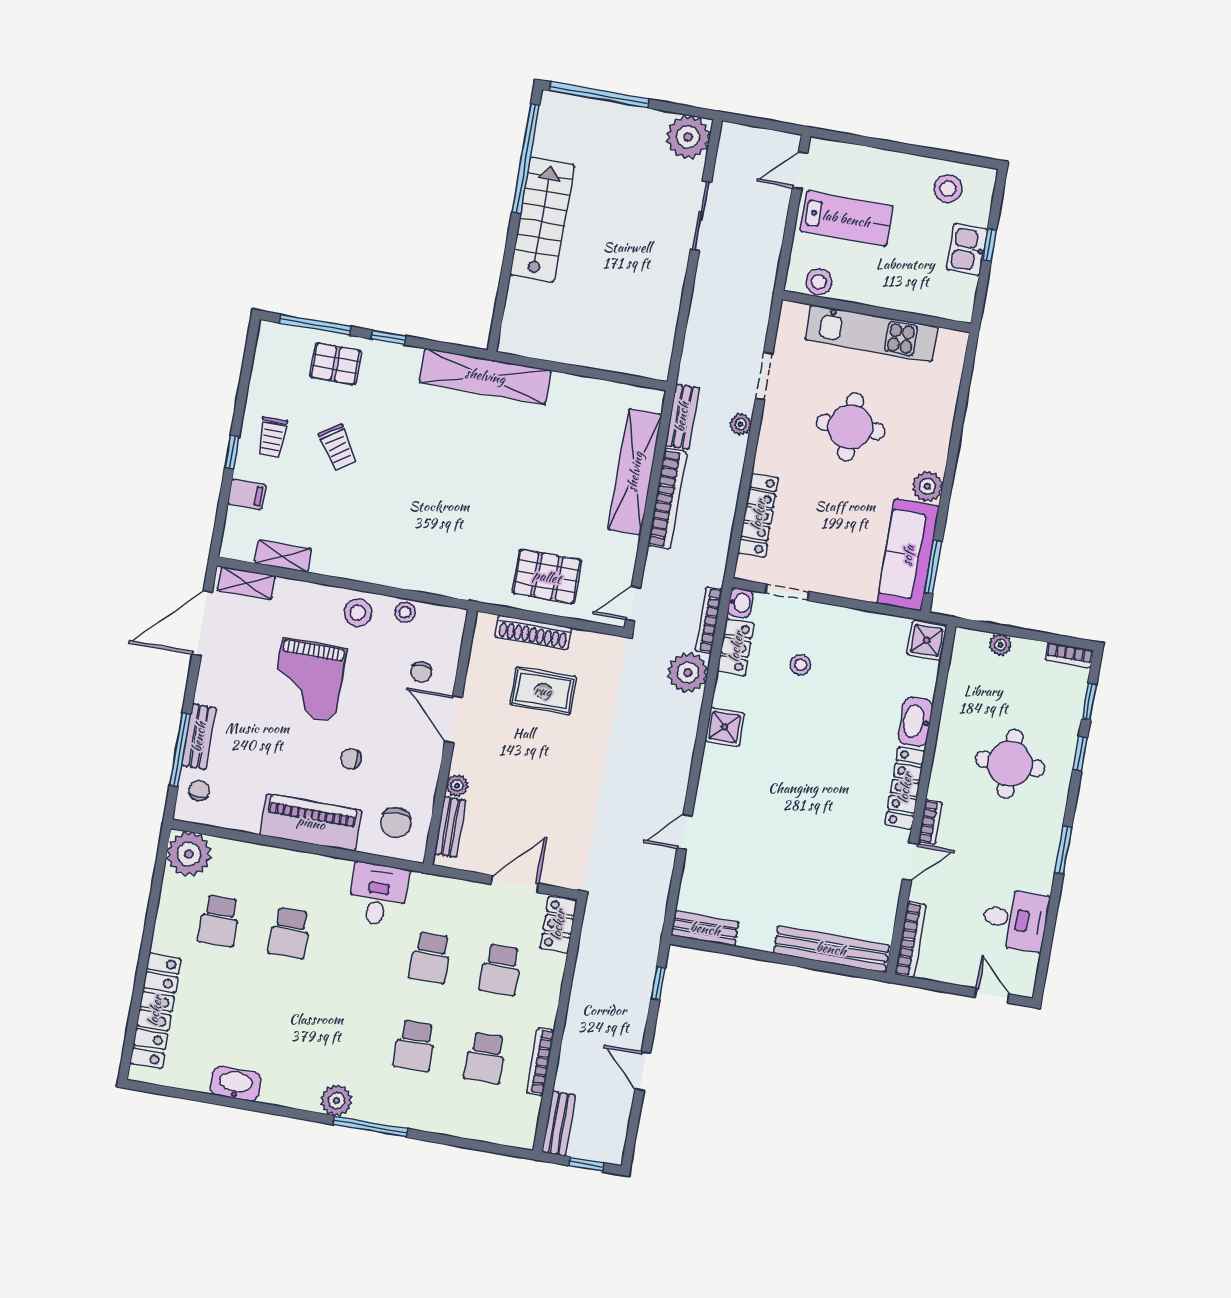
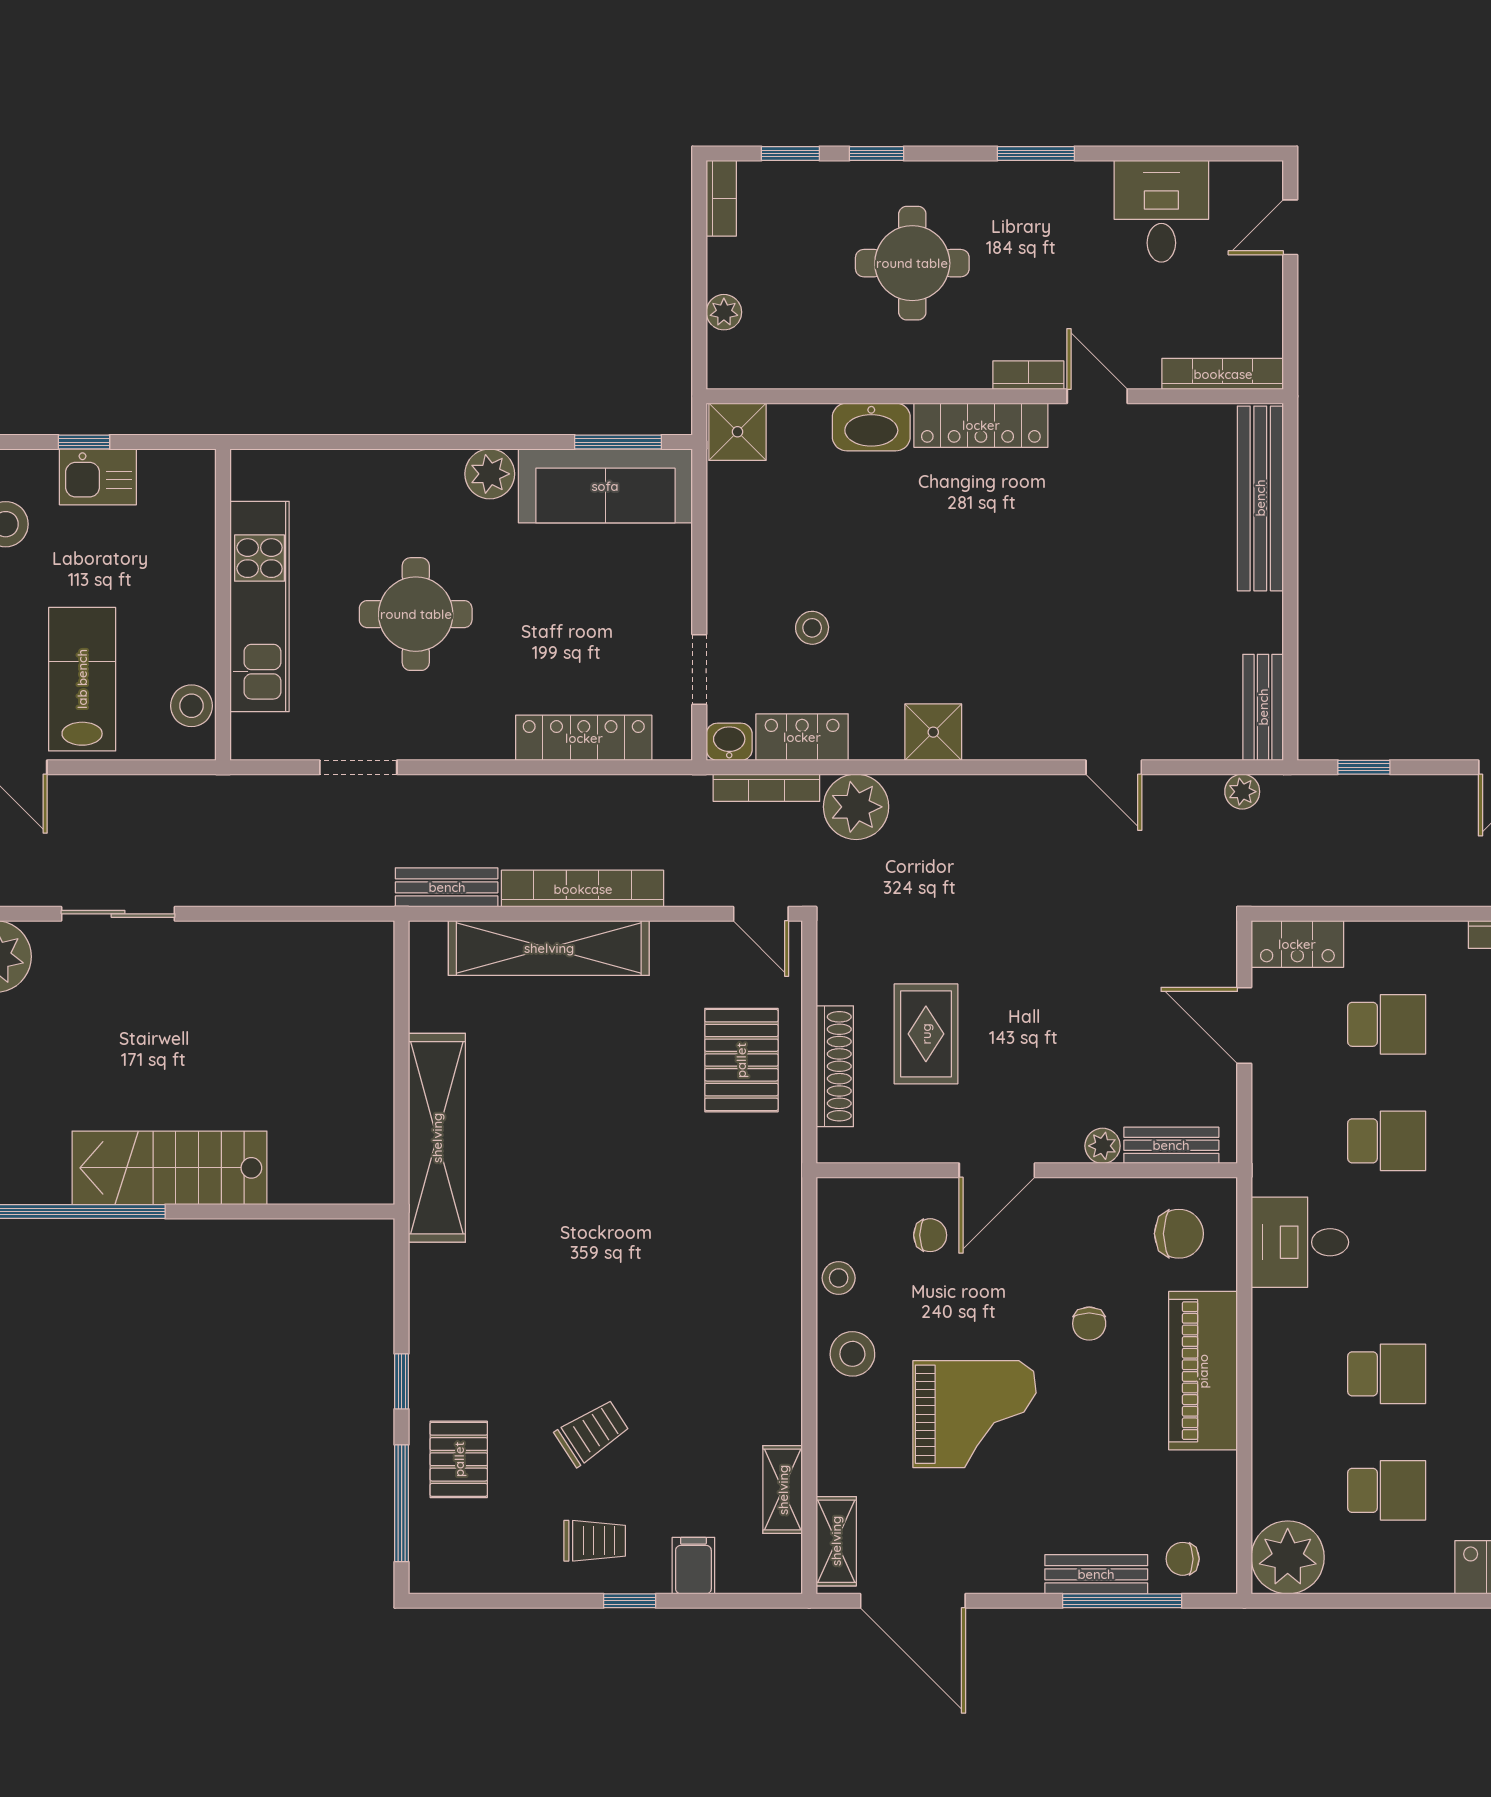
shelving: (485, 376) -> (437, 1138), moved
plant: (741, 424) -> (1242, 792), moved

